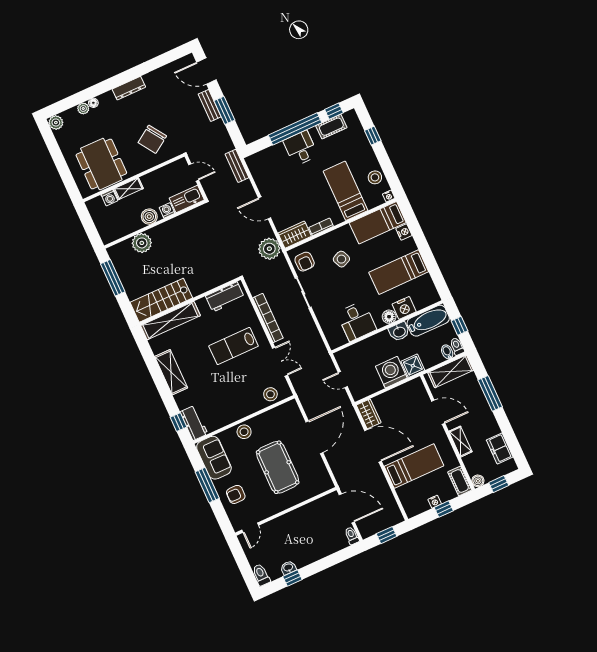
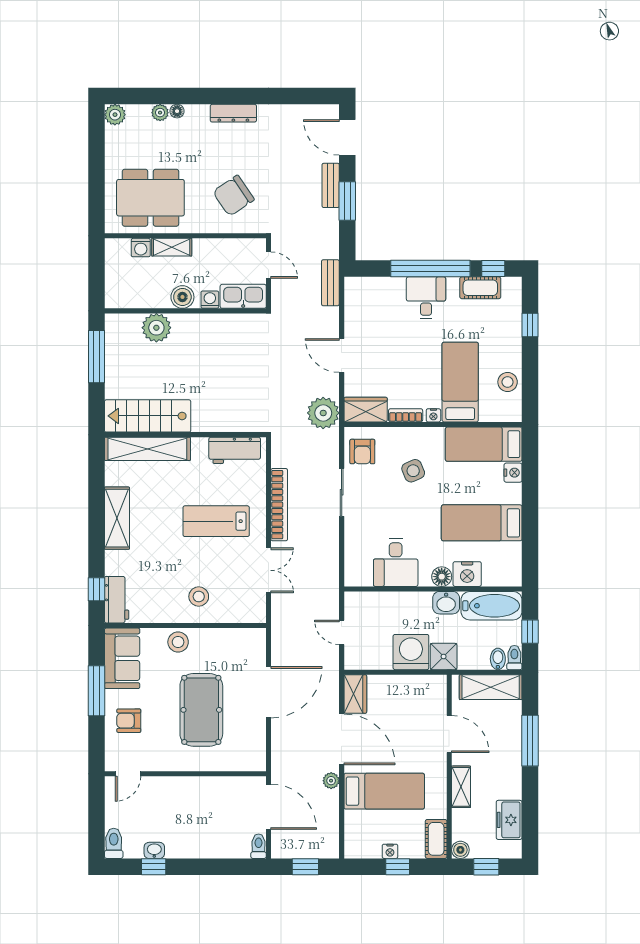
dining table: (101, 164) -> (150, 198), turned 90
nightstand: (389, 196) -> (433, 415), moved
stool: (270, 394) -> (199, 597), moved
plant: (378, 474) -> (331, 781), added

